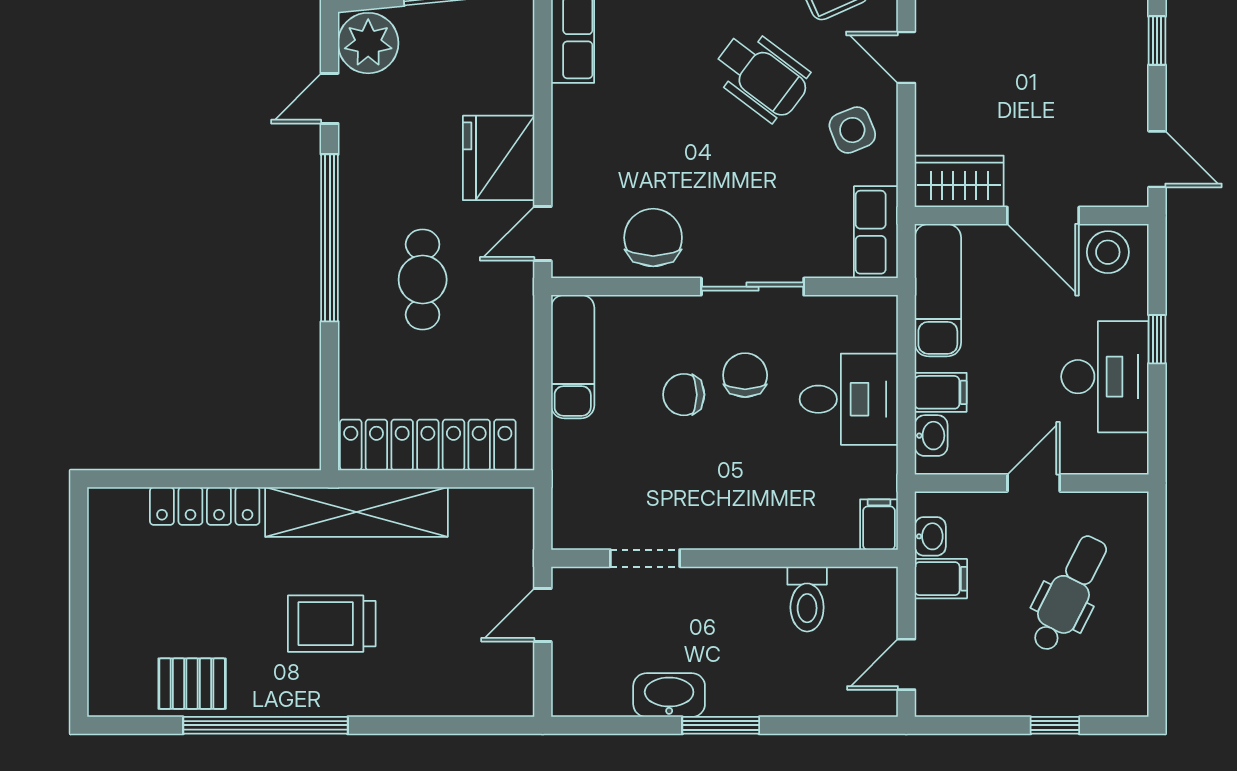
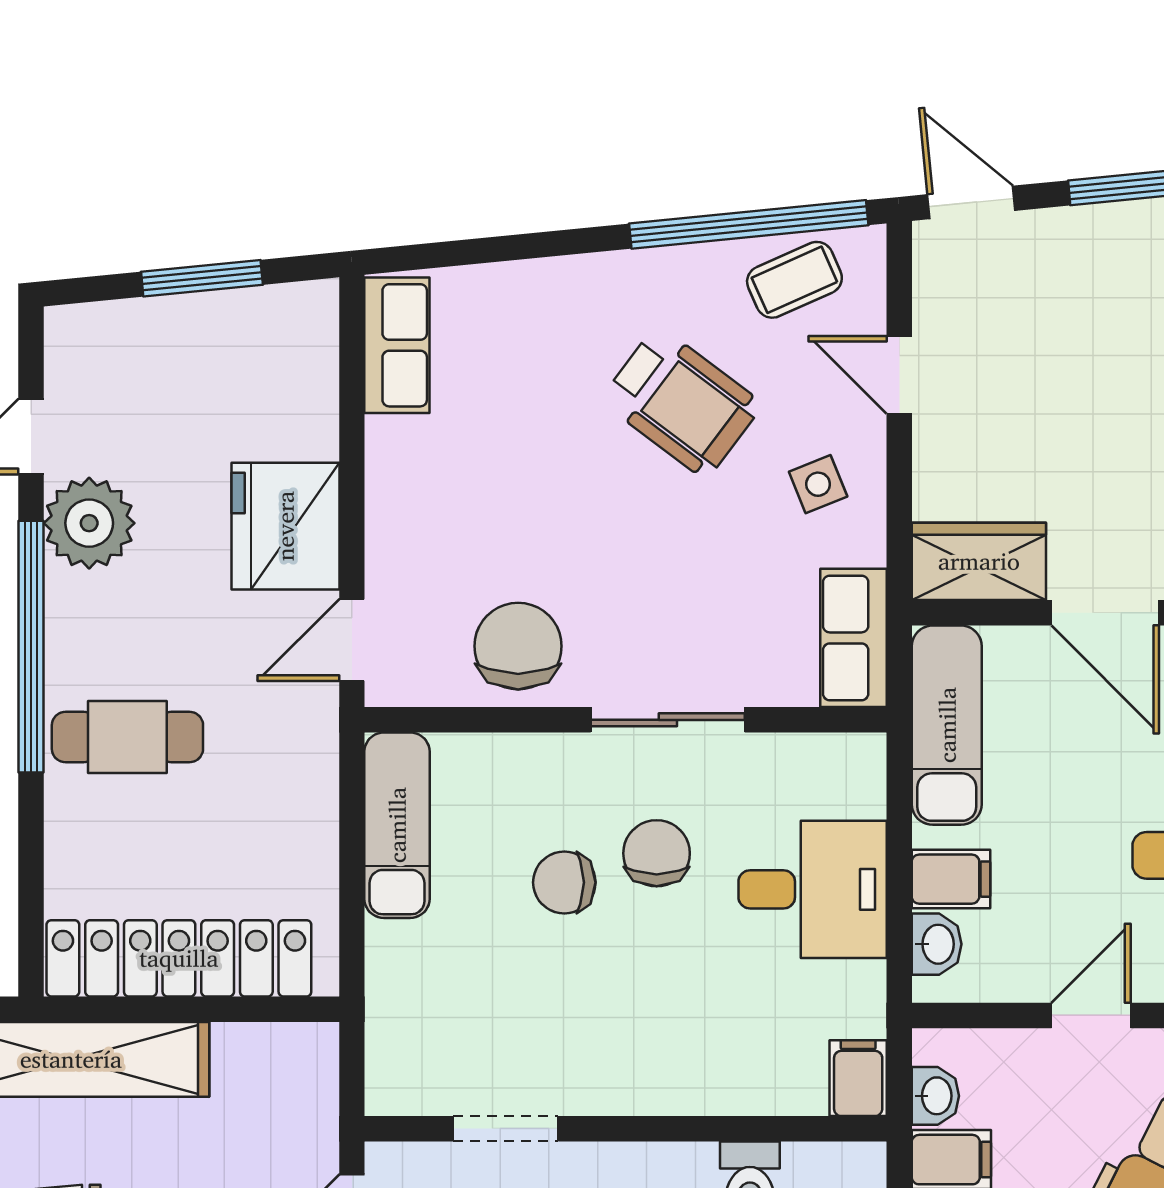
plant: (368, 43) -> (89, 523), moved
side table: (852, 130) -> (818, 484), width x0.73, depth x0.73
cafe table: (423, 280) -> (127, 737), moved, turned 90

